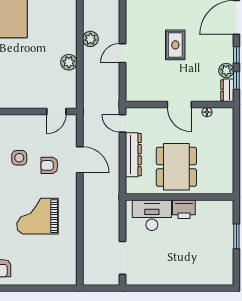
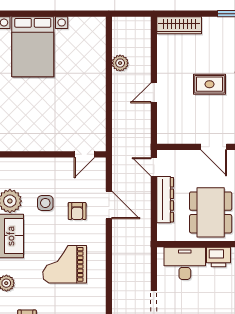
plant: (90, 39) -> (120, 63), moved
rug: (175, 45) -> (209, 84), turned 90
plant: (69, 62) -> (97, 102), removed
armchair: (49, 165) -> (77, 211), turned -90

